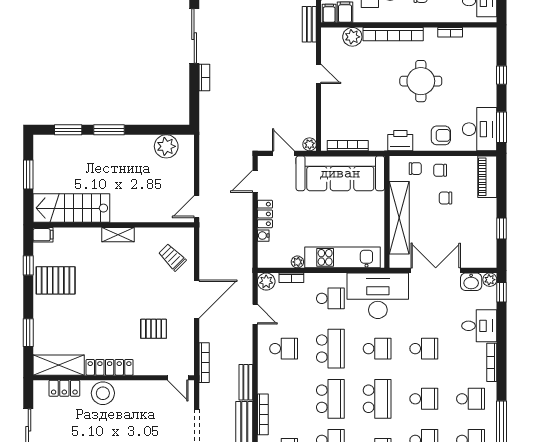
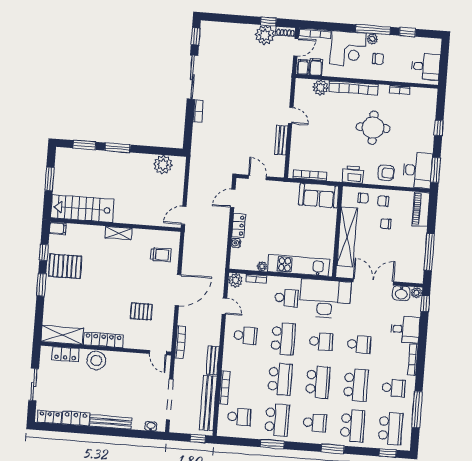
bench: (309, 24) -> (281, 140), moved
plant: (310, 144) -> (279, 172), removed
sofa: (340, 173) -> (319, 195), width x0.54, depth x0.79
window: (501, 229) -> (429, 252), width x2.17
trolley: (172, 257) -> (161, 255), turned 135
window: (28, 333) -> (41, 285), moved
school desk: (424, 399) -> (356, 385), width x1.85

